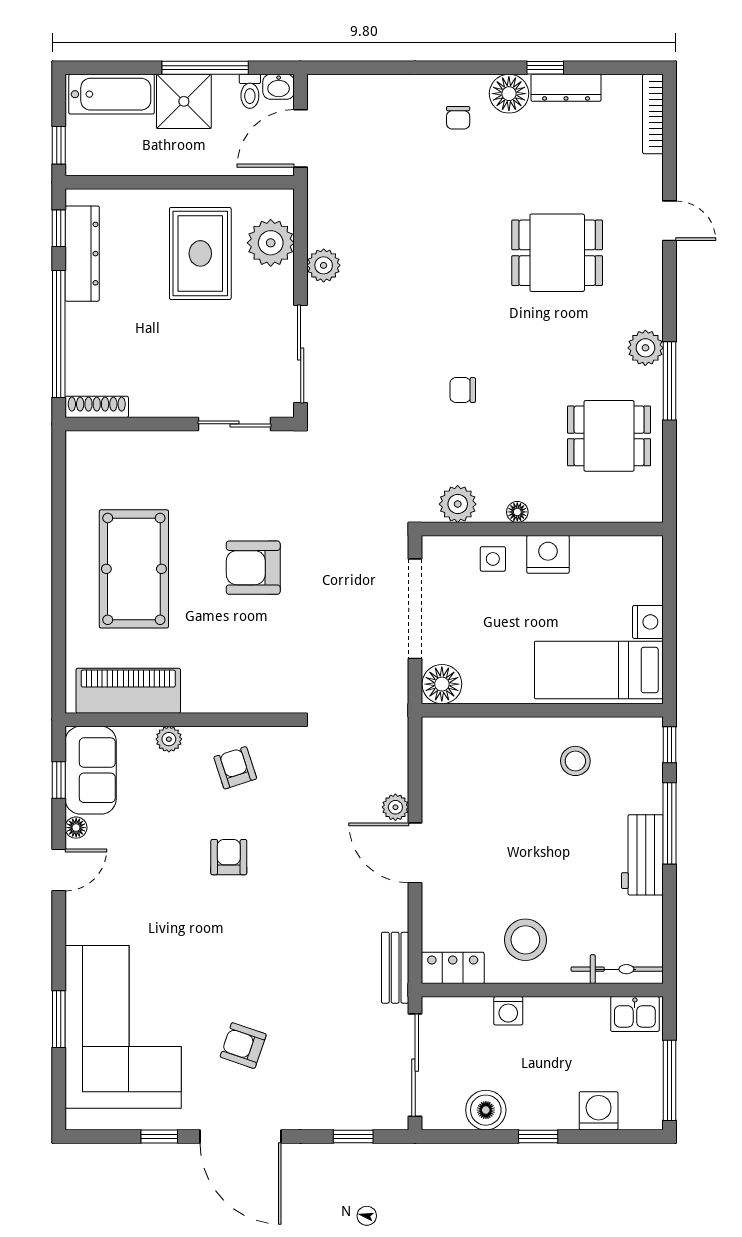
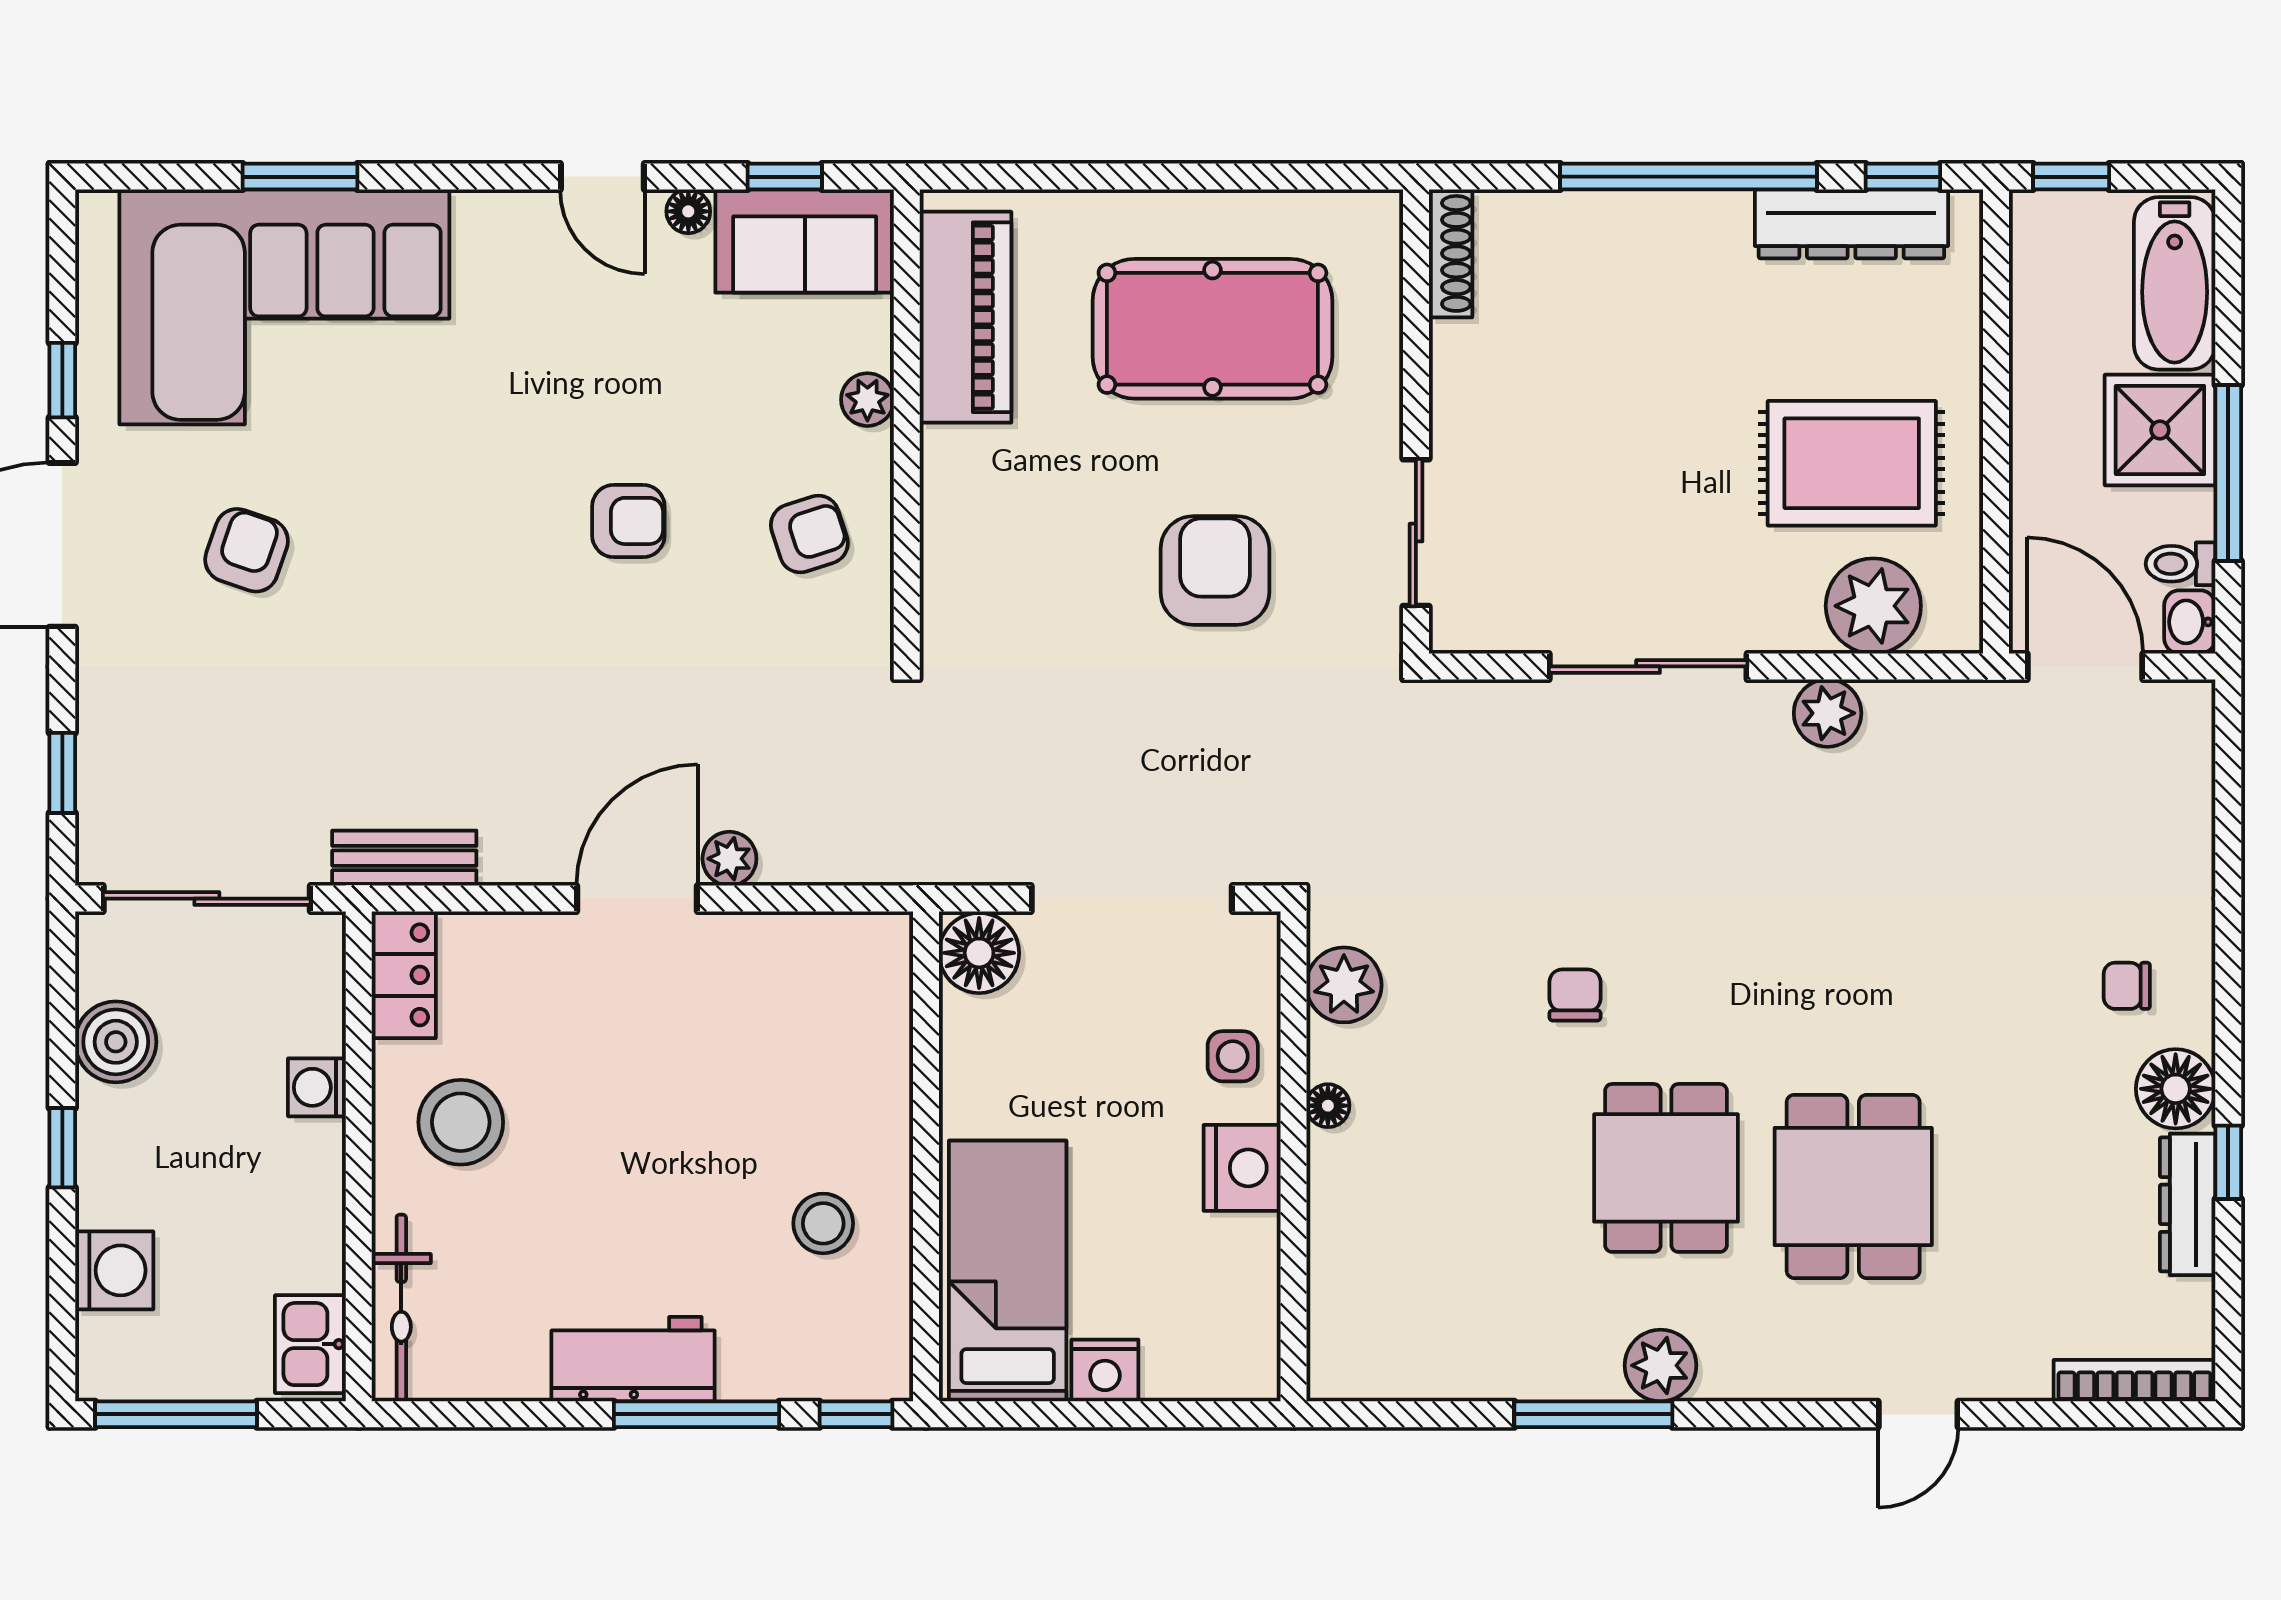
shoe rack: (97, 407) -> (1451, 253), moved
wall: (180, 424) -> (1416, 422), moved
sliding door: (234, 424) -> (1416, 533), moved
dining table: (609, 436) -> (1666, 1168), moved

